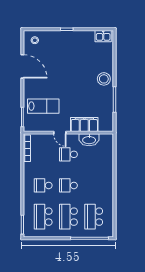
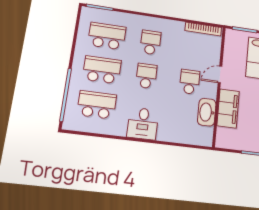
desk: (103, 184) -> (143, 124), added

